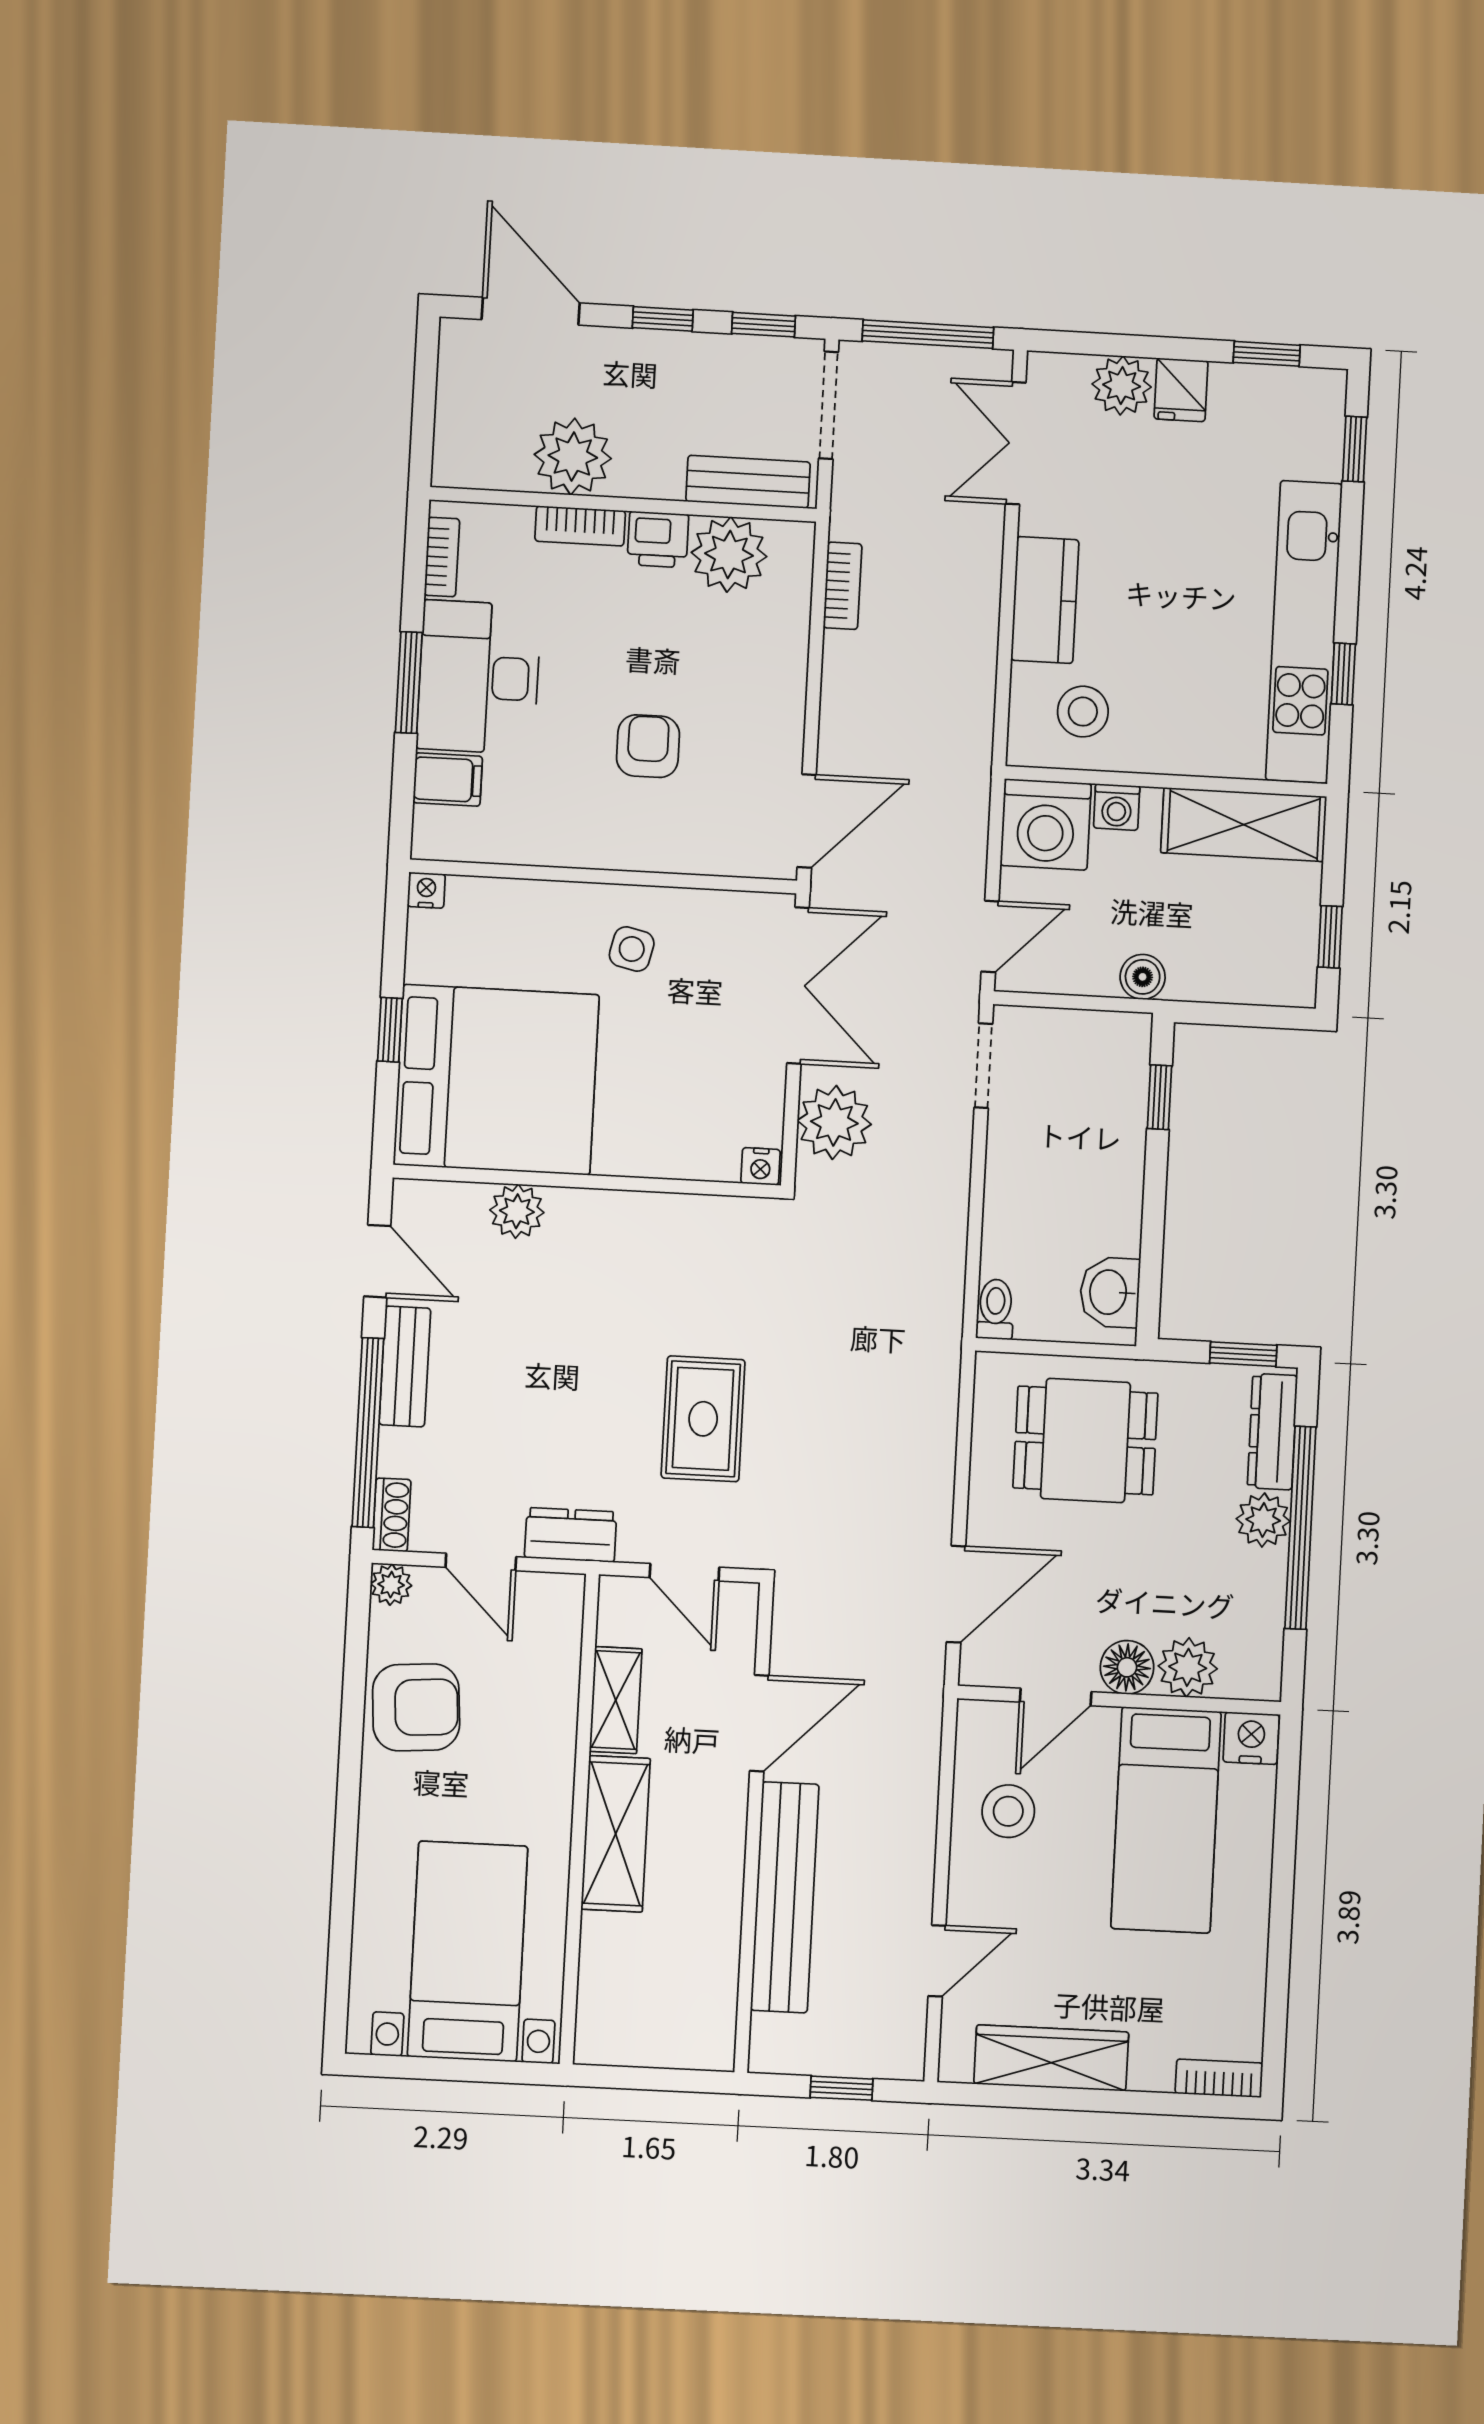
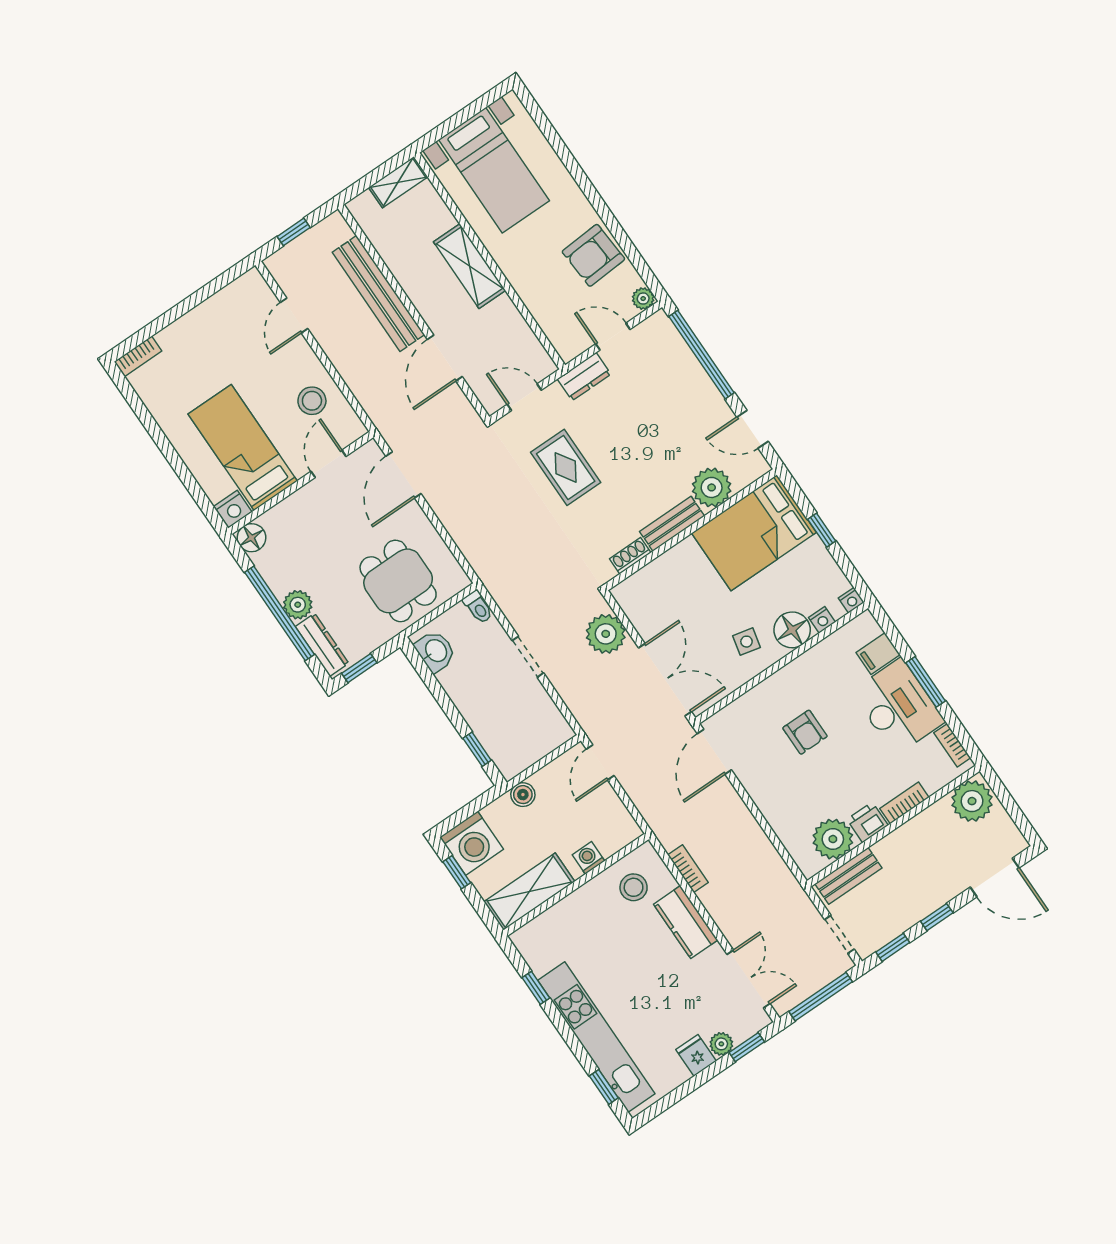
window: (1267, 354) -> (747, 1047), moved
plant: (1122, 386) -> (721, 1044), width x0.73, depth x0.73
doorway: (829, 405) -> (839, 934), width x0.73
plant: (573, 457) -> (972, 801), moved
bookcase: (843, 586) -> (688, 869), moved, turned 180
kitchen unit: (1304, 632) -> (596, 1037), moved
washing machine: (1046, 824) -> (472, 843), moved, turned 180
floor lamp: (550, 914) -> (792, 630), added
double door: (798, 985) -> (665, 680), swing flipped
doorway: (983, 1066) -> (528, 657), moved
bed: (496, 1080) -> (754, 533), width x0.73
nightstand: (760, 1166) -> (822, 620), moved, turned 180
plant: (517, 1211) -> (712, 487), width x1.36, depth x1.36
bench: (405, 1366) -> (672, 524), moved, turned 90
dining table: (1085, 1440) -> (398, 581), turned 90
shoe rack: (392, 1515) -> (630, 556), moved, turned 90
floor lamp: (1127, 1667) -> (252, 538), moved
plant: (1188, 1667) -> (282, 519), removed
shelving: (616, 1700) -> (398, 182), moved, turned 90
wardrobe: (1051, 2058) -> (215, 311), removed

